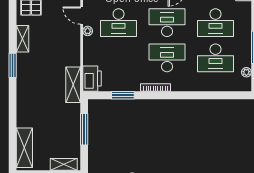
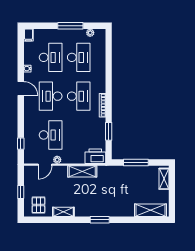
desk: (167, 58) -> (79, 96), turned 180
window: (13, 65) -> (100, 220), moved
shelving: (73, 85) -> (82, 171), moved

